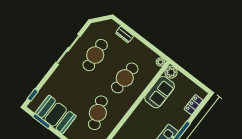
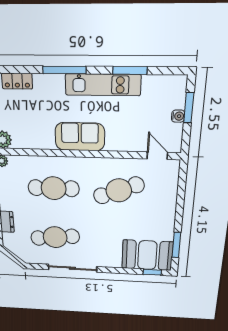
sofa: (160, 92) -> (80, 137), moved
booth: (56, 115) -> (147, 255), moved, turned 90

